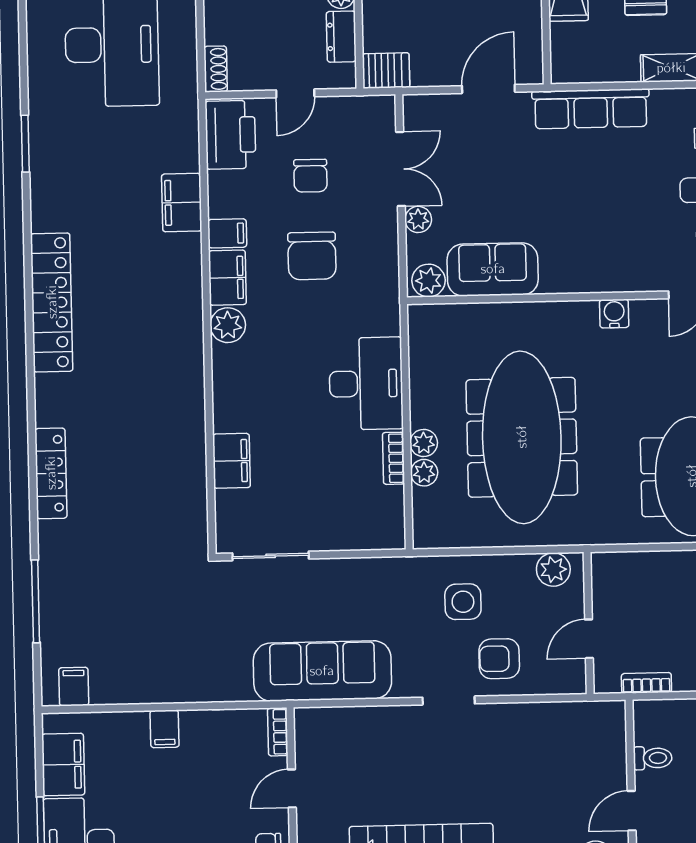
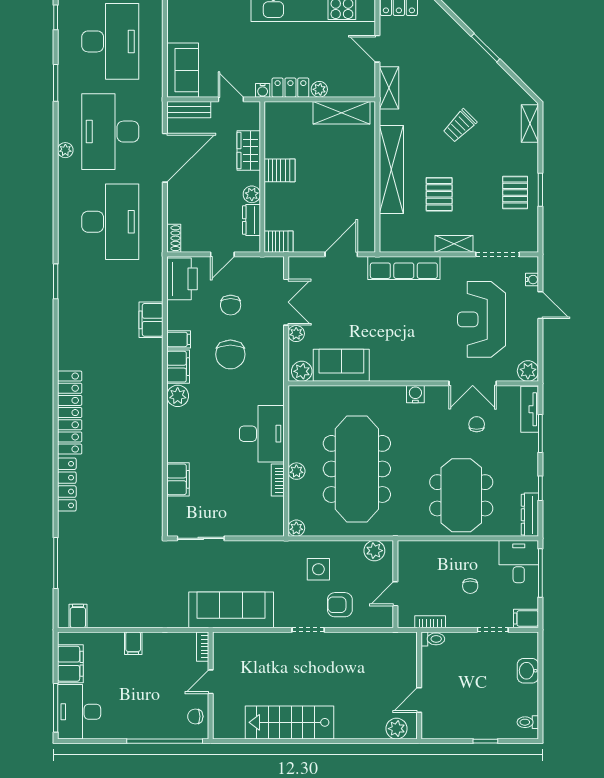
locker: (52, 302) -> (70, 413), moved
plant: (424, 473) -> (296, 528), moved
toilet: (653, 758) -> (433, 639), moved

